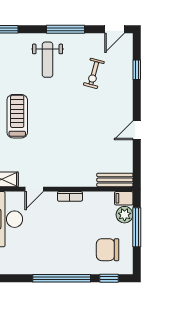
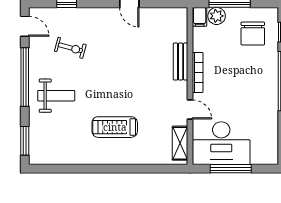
window: (66, 29) -> (25, 77), width x1.46
bench: (115, 180) -> (181, 62), moved
bookcase: (70, 196) -> (198, 72), width x1.56

